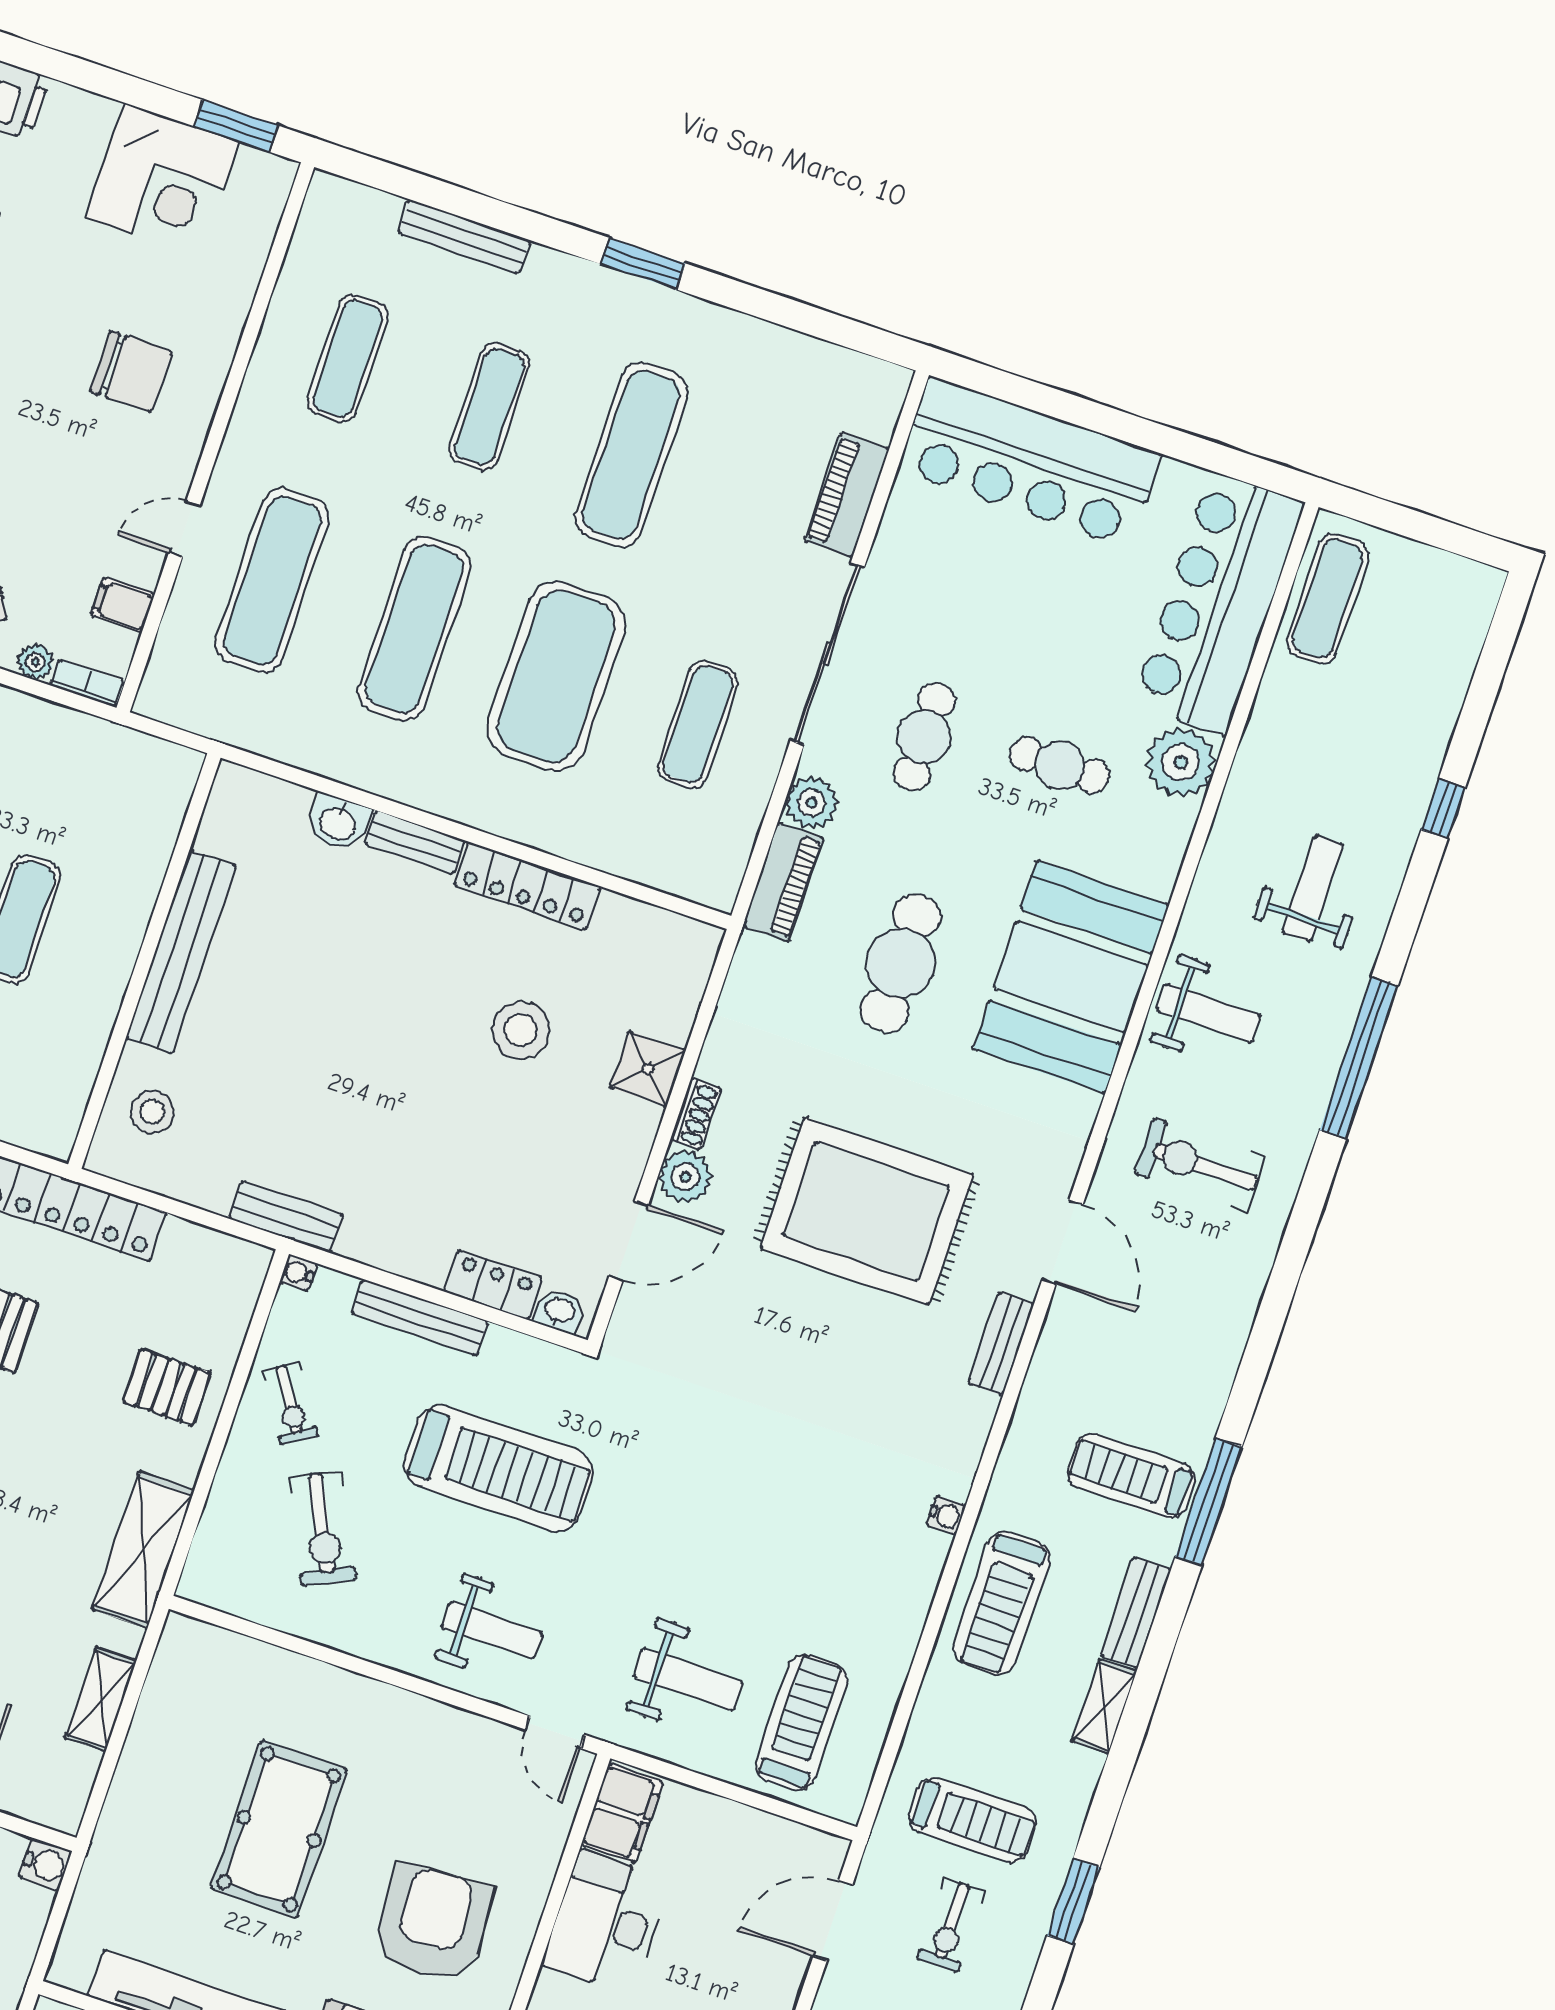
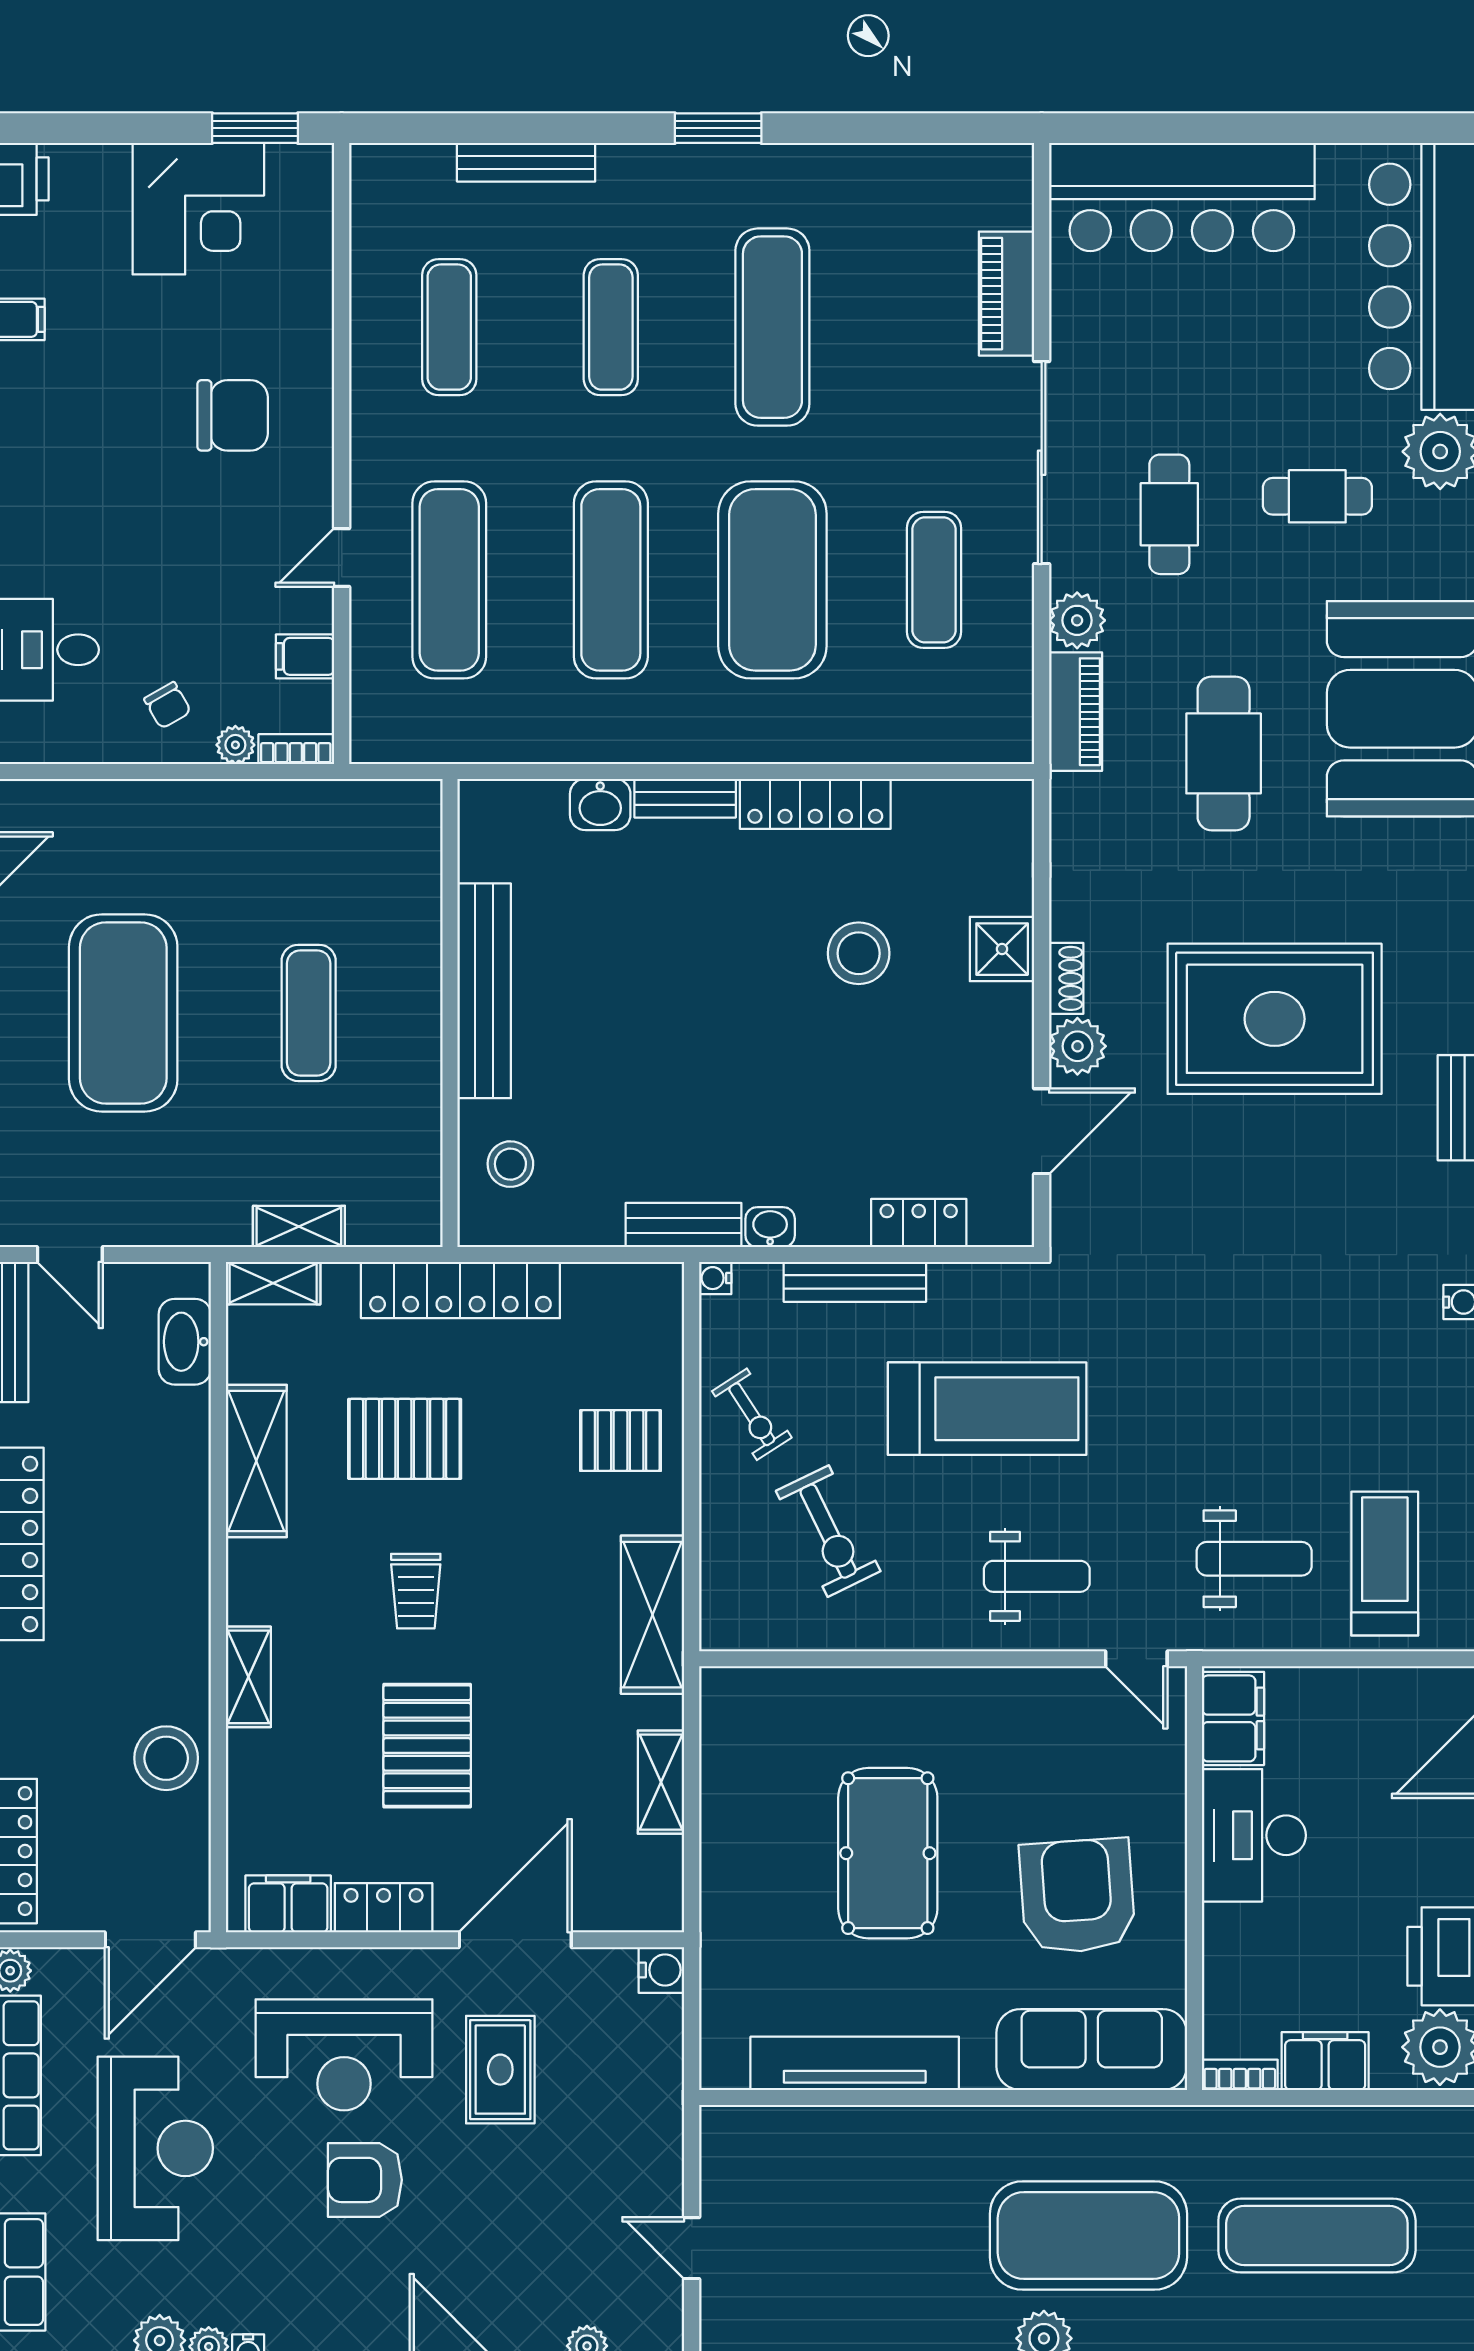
washbasin: (559, 1311) -> (770, 1227), moved

